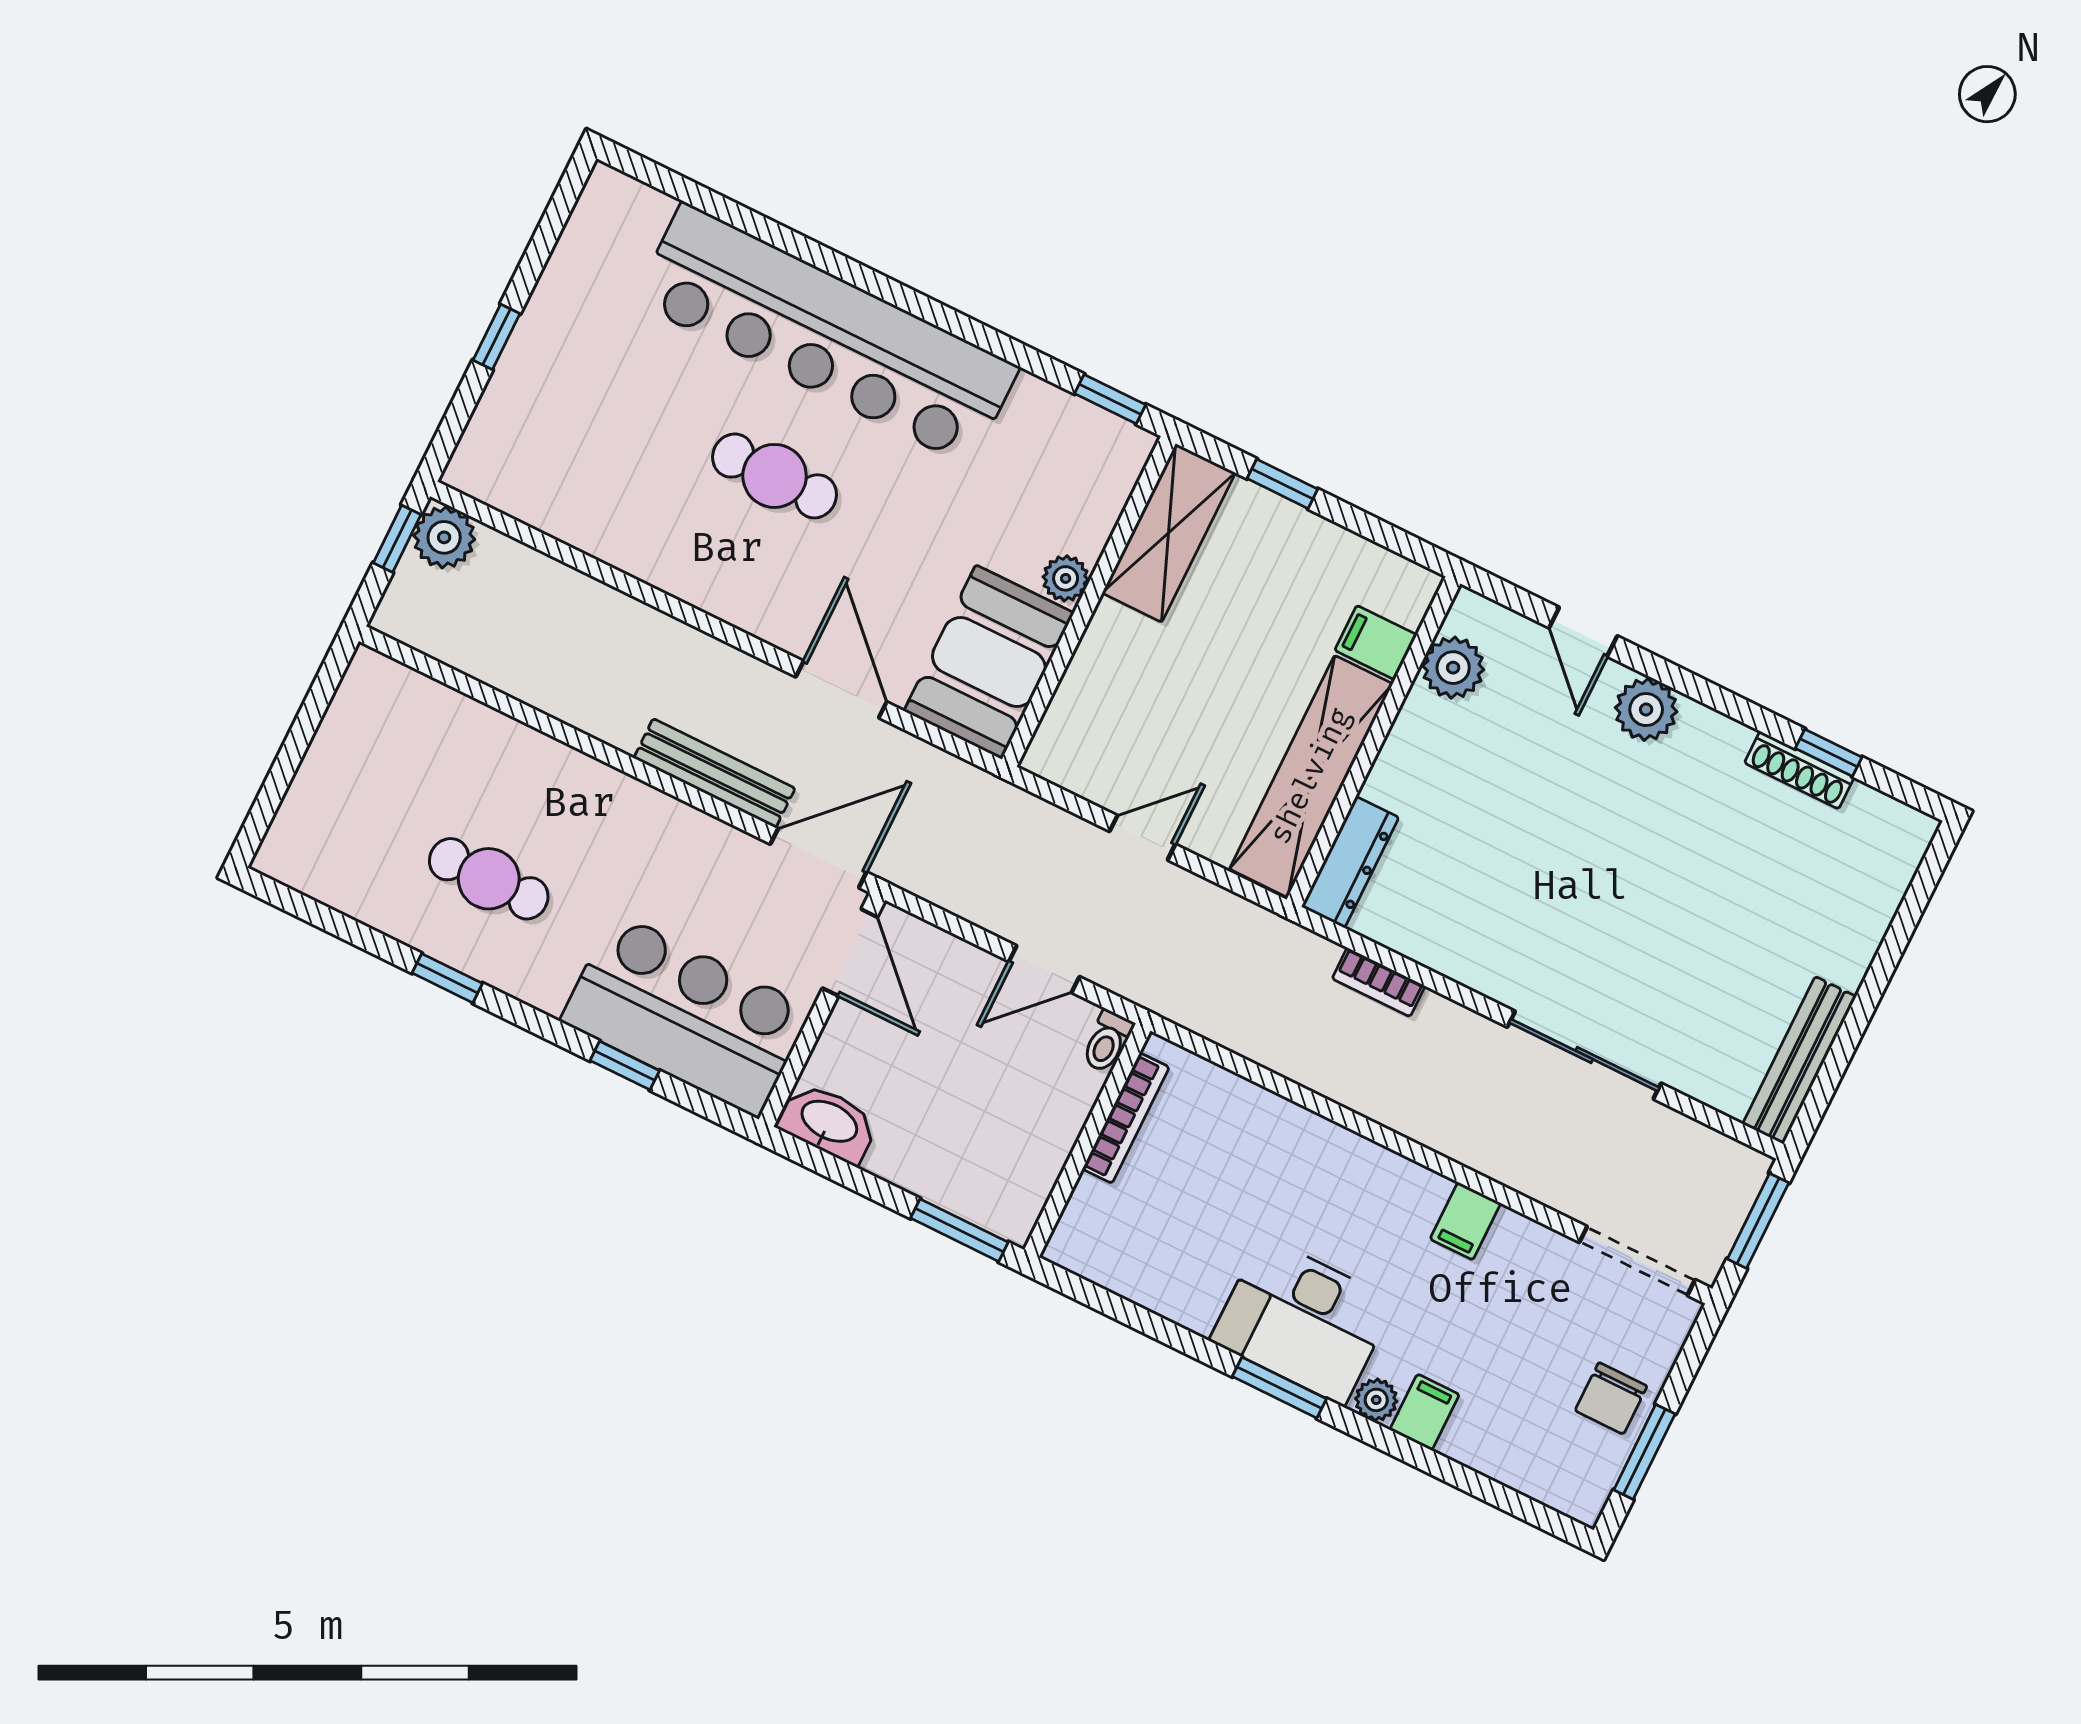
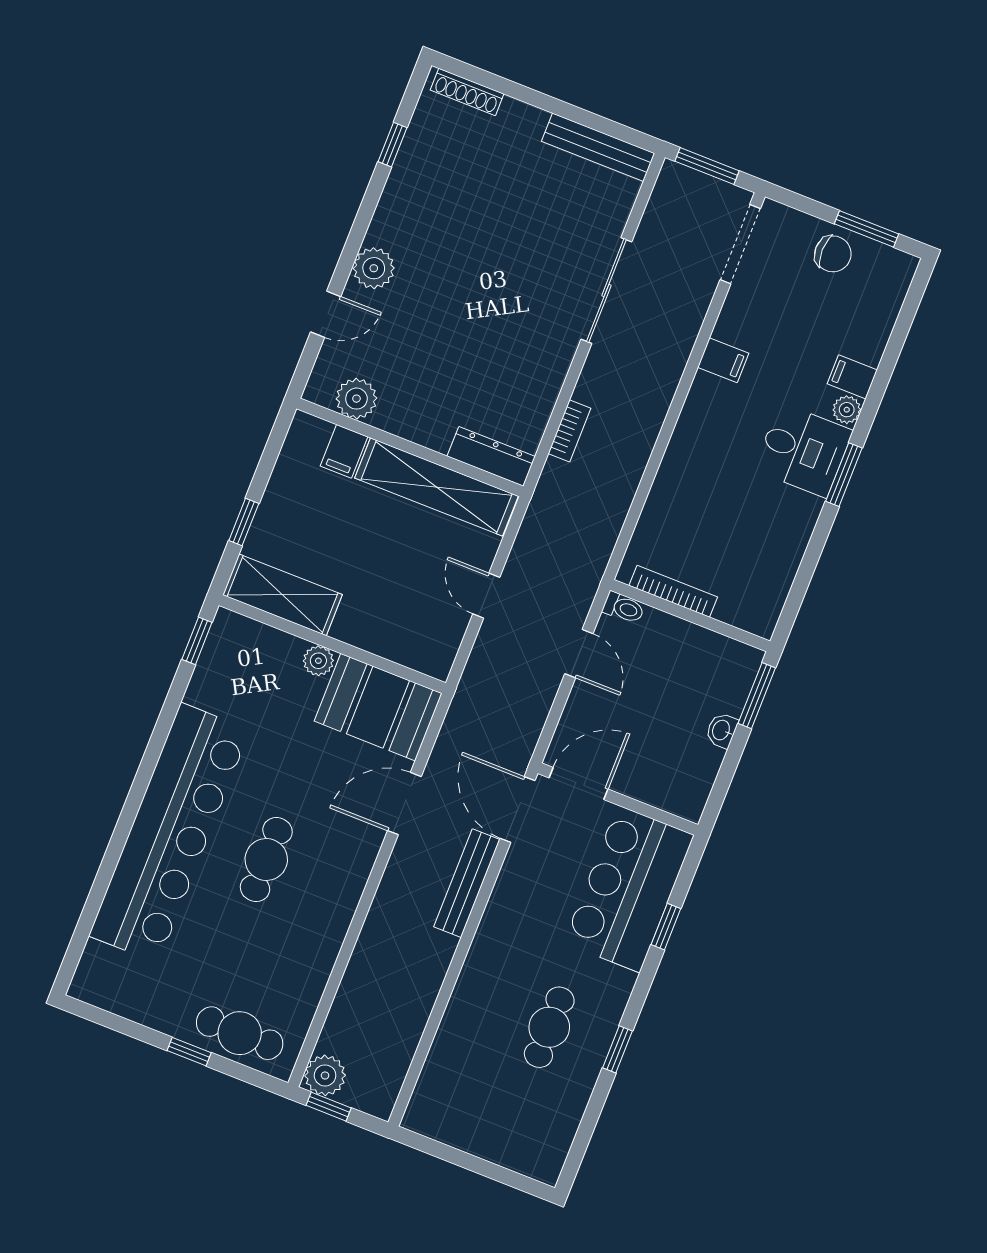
cafe table: (518, 415) -> (240, 1033), added
shoe rack: (1799, 770) -> (467, 92), moved, turned 90
washbasin: (829, 1123) -> (722, 730), moved, width x0.52, depth x0.69
desk: (1303, 1321) -> (803, 450), width x0.73

